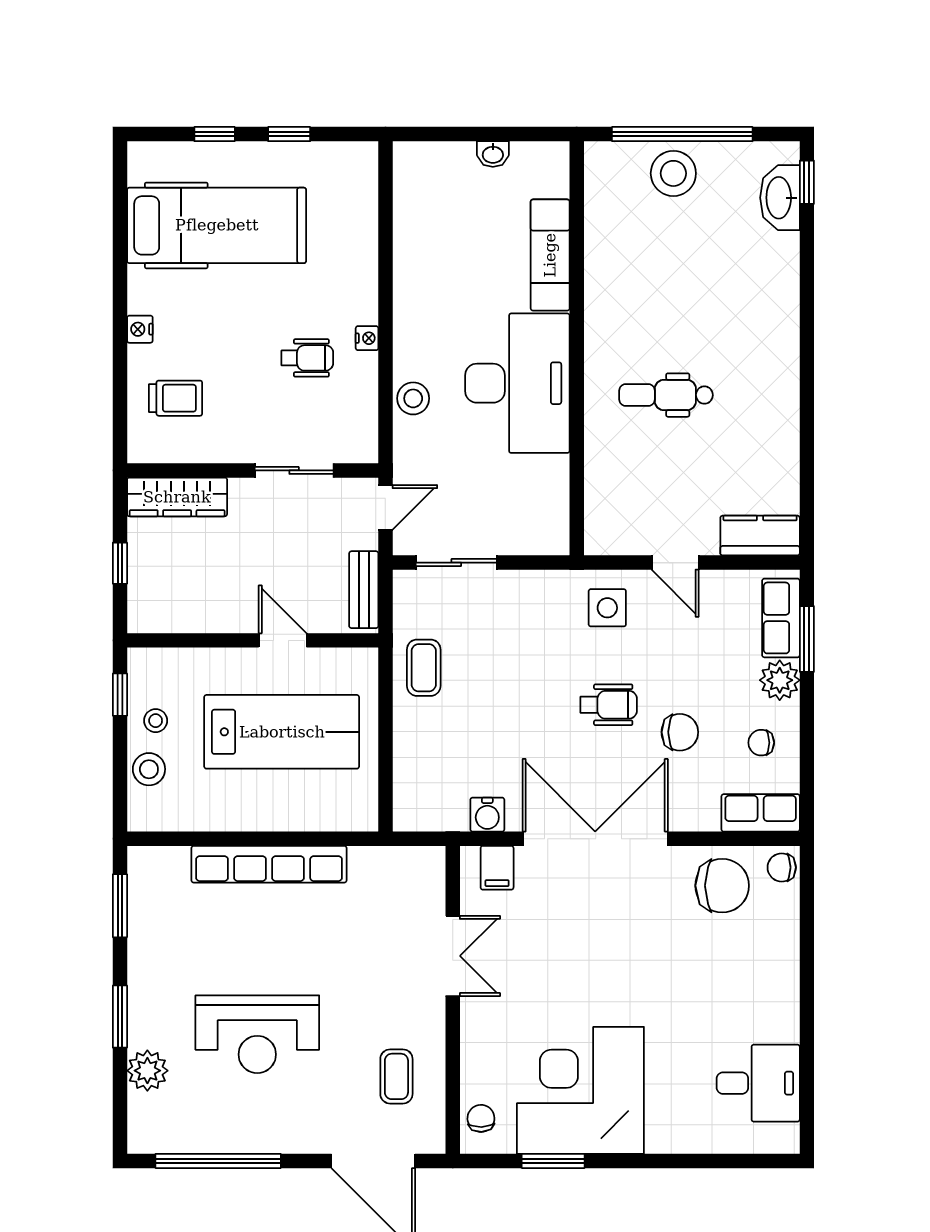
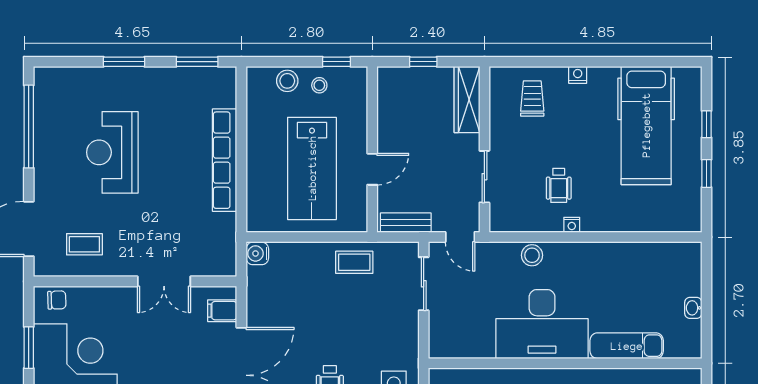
trolley: (176, 398) -> (532, 98), turned 180
water cooler: (487, 815) -> (257, 253), moved
plant: (147, 1071) -> (88, 80), removed

